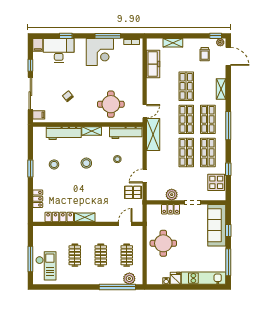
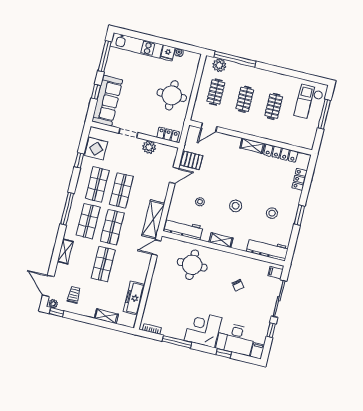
corner desk: (100, 52) -> (203, 329), moved
workbench: (64, 133) -> (268, 249), moved
locker: (171, 209) -> (168, 135), moved

